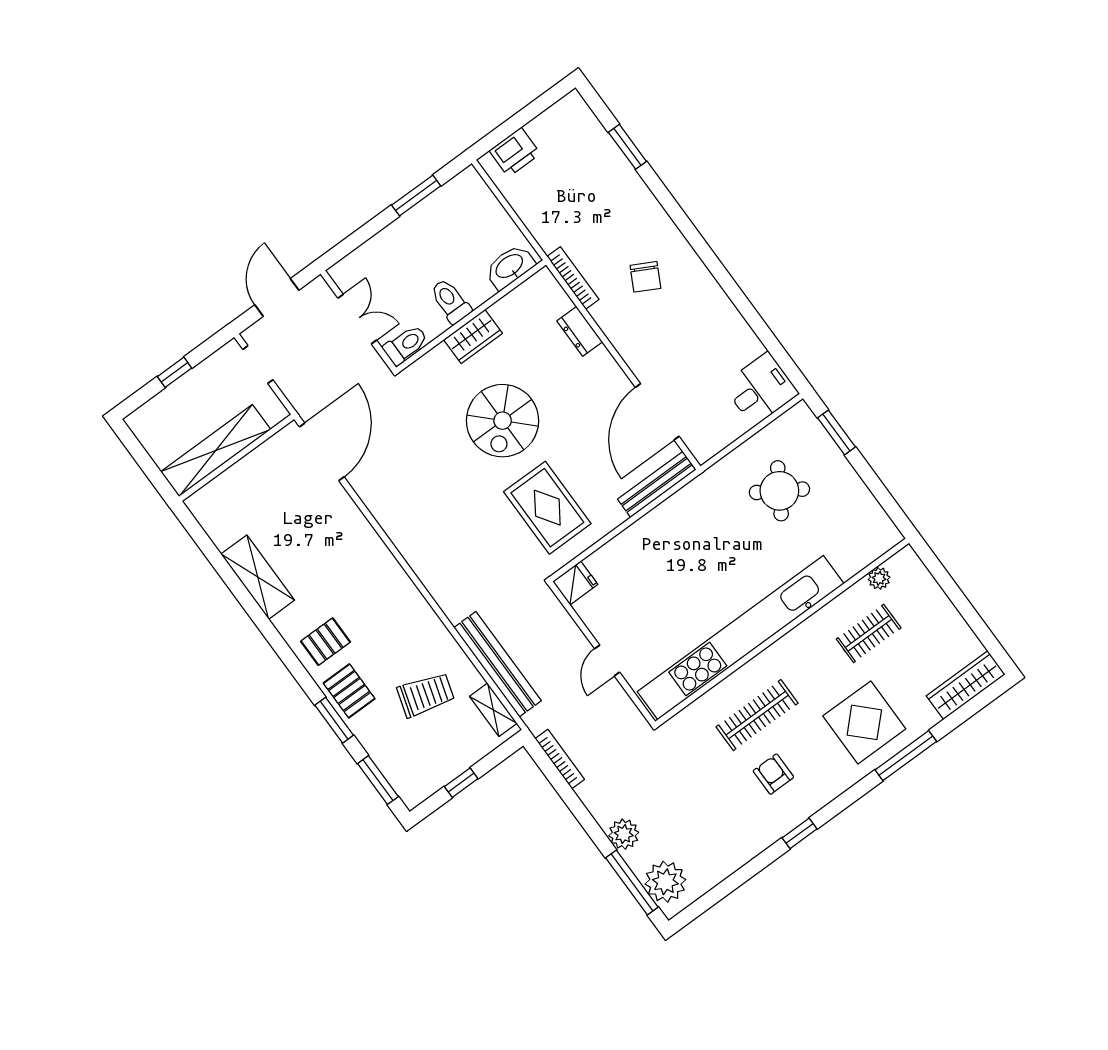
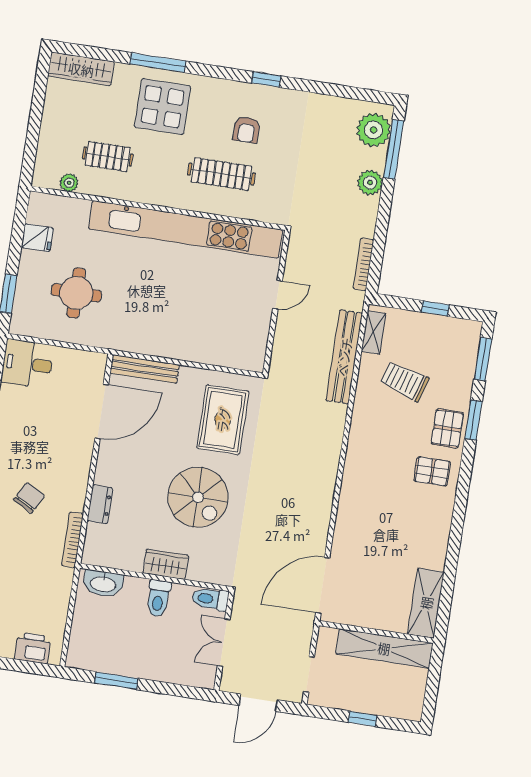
spiral stairs: (503, 421) -> (198, 497), turned 90
round table: (779, 491) -> (76, 293), turned -32
shelving: (258, 577) -> (426, 603), moved
fridge: (575, 583) -> (37, 238), moved, turned 180

